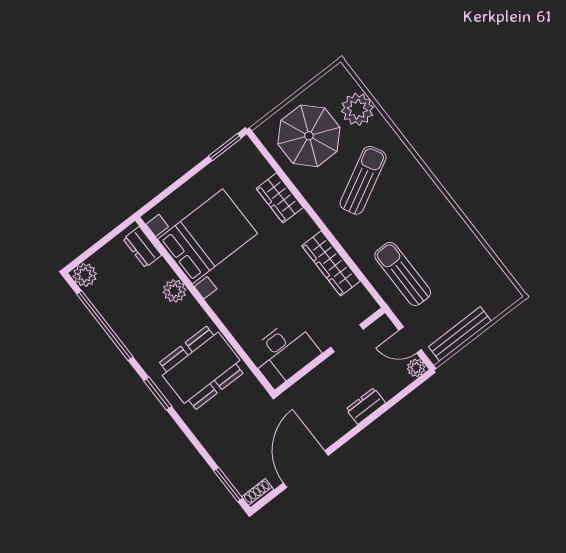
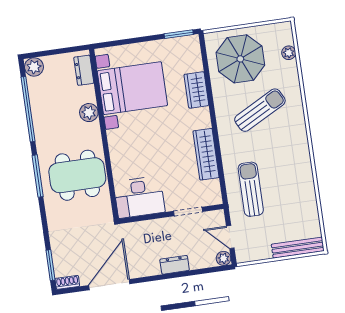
plant: (357, 109) -> (289, 53), width x0.53, depth x0.53
bench: (460, 334) -> (298, 248), moved
window: (158, 394) -> (38, 176), width x1.44

